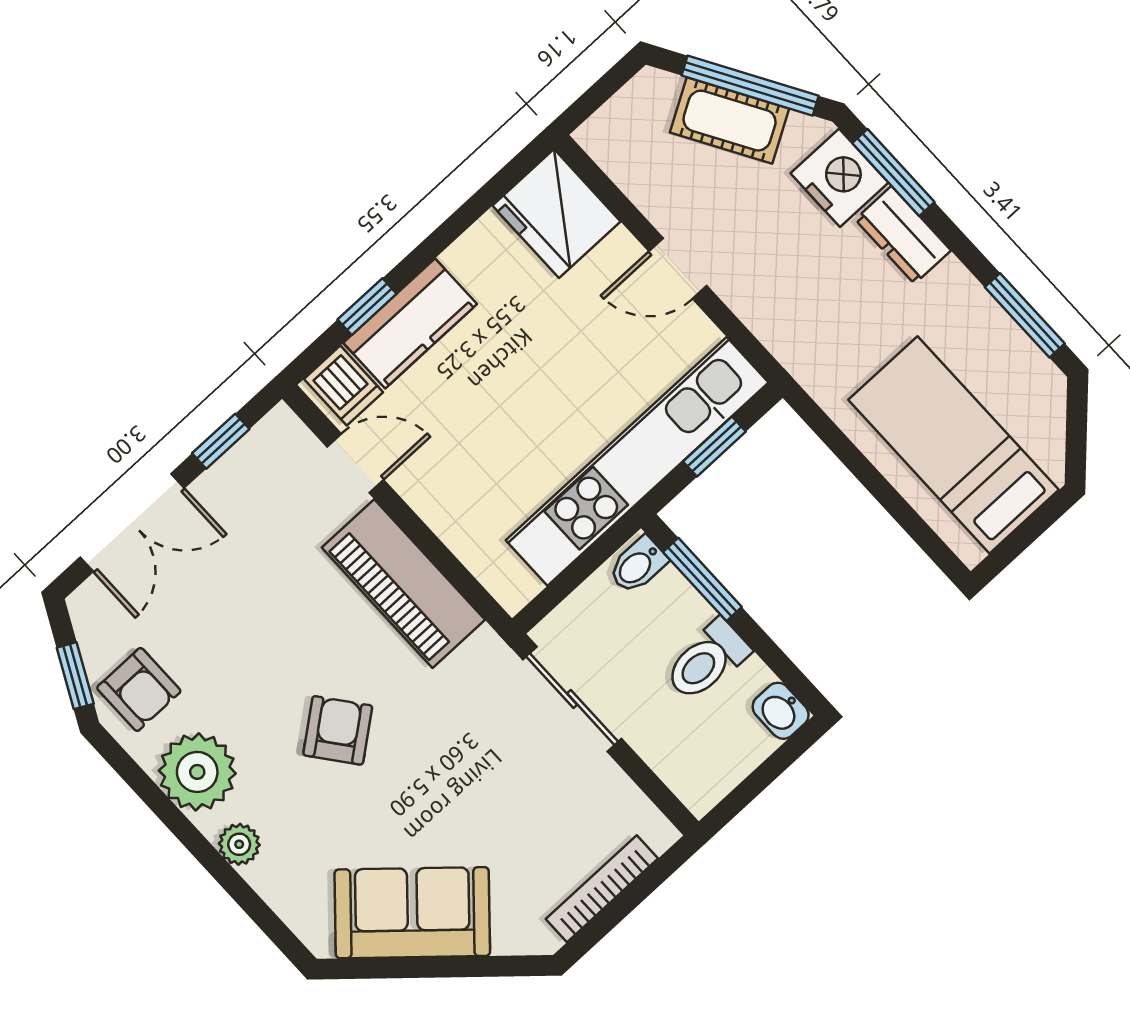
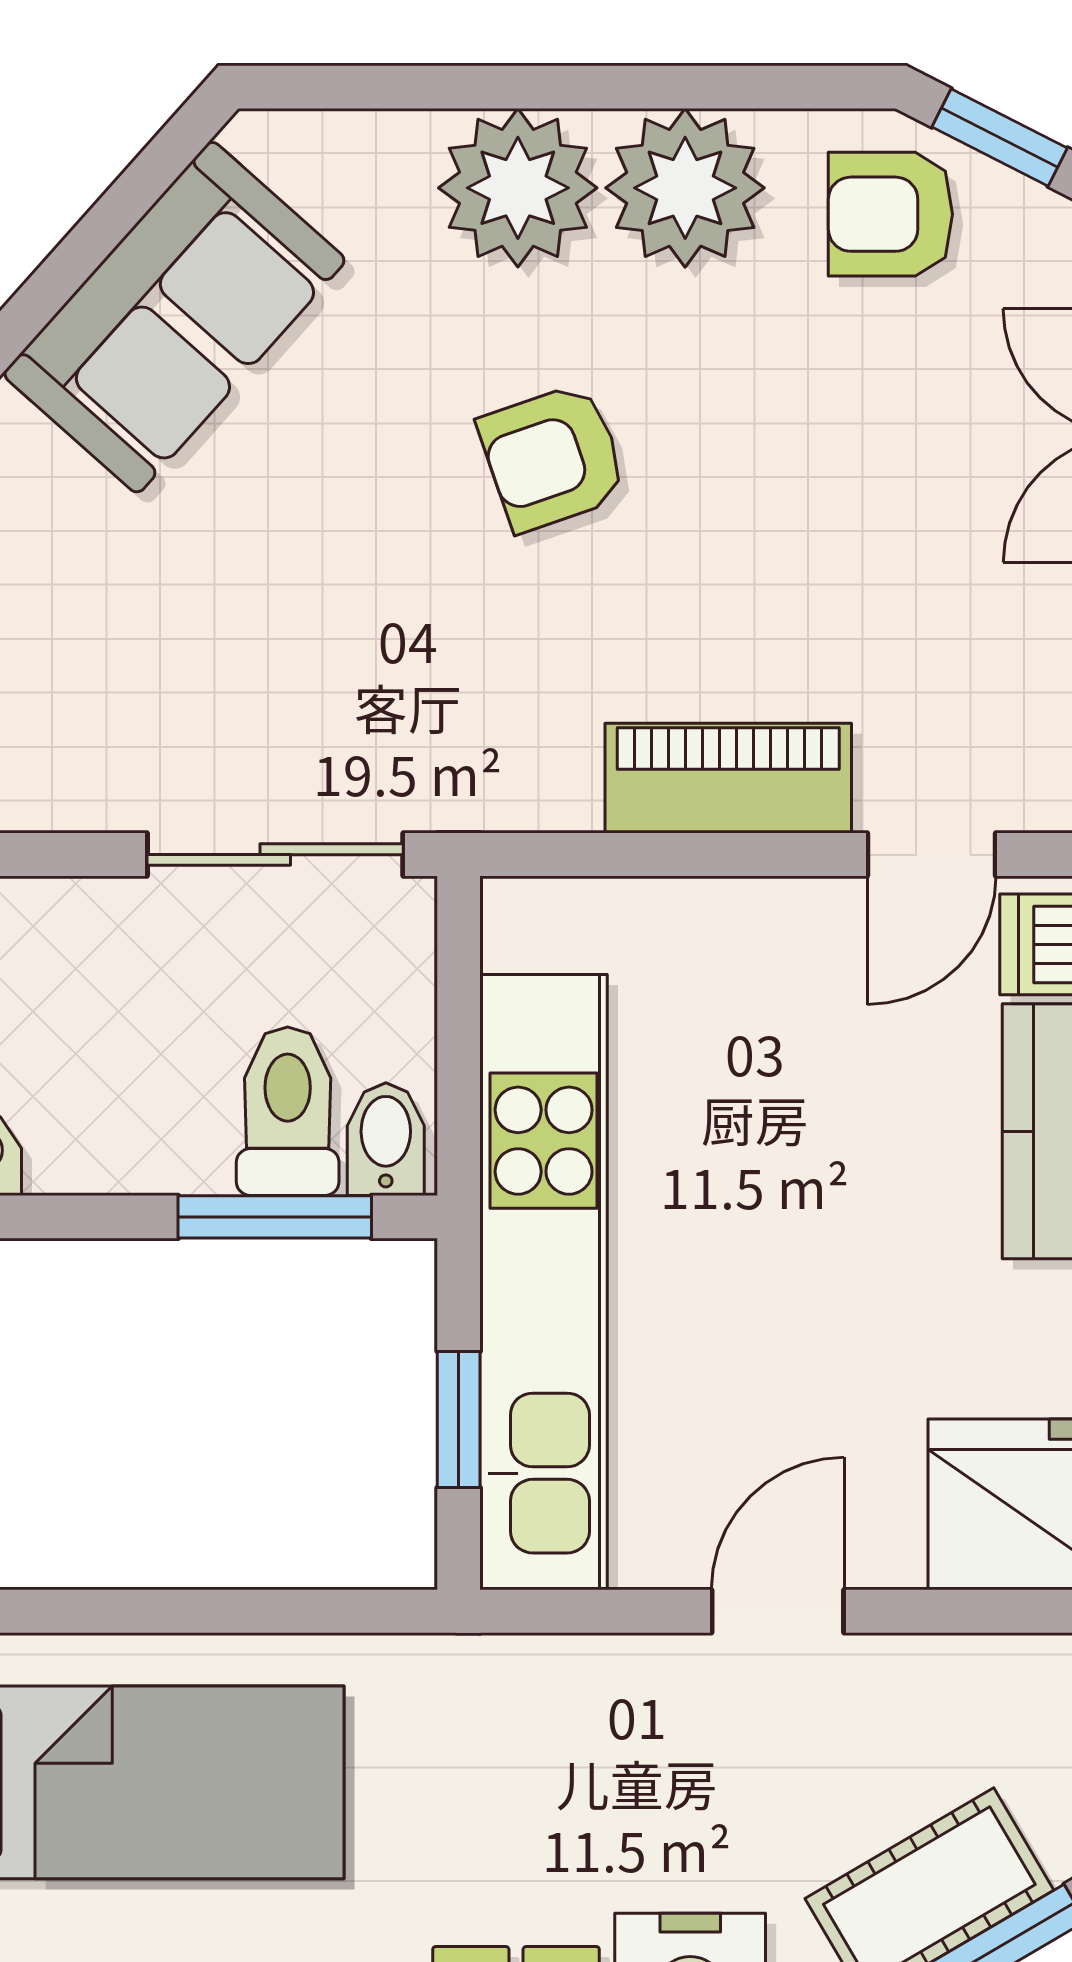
piano: (403, 584) -> (728, 778), width x0.73, depth x0.75
toilet: (707, 660) -> (288, 1111), moved
armchair: (338, 730) -> (553, 457), turned 109
plant: (239, 844) -> (518, 188), width x1.87, depth x1.87

